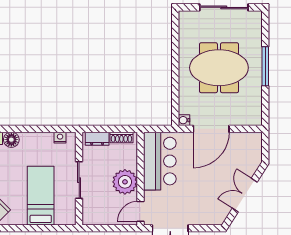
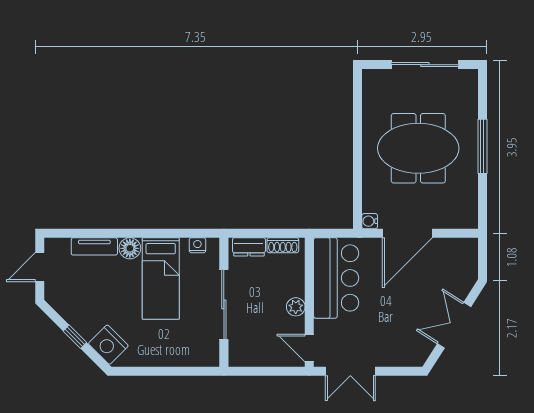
sliding door: (79, 180) -> (224, 304), width x1.37
plant: (125, 182) -> (296, 307), width x0.53, depth x0.53
bed: (41, 196) -> (161, 279), moved, turned 180
door: (141, 211) -> (309, 348), hinge flipped

